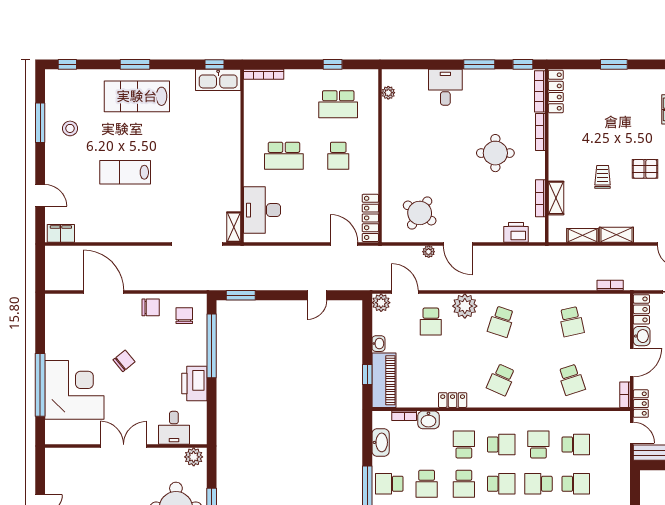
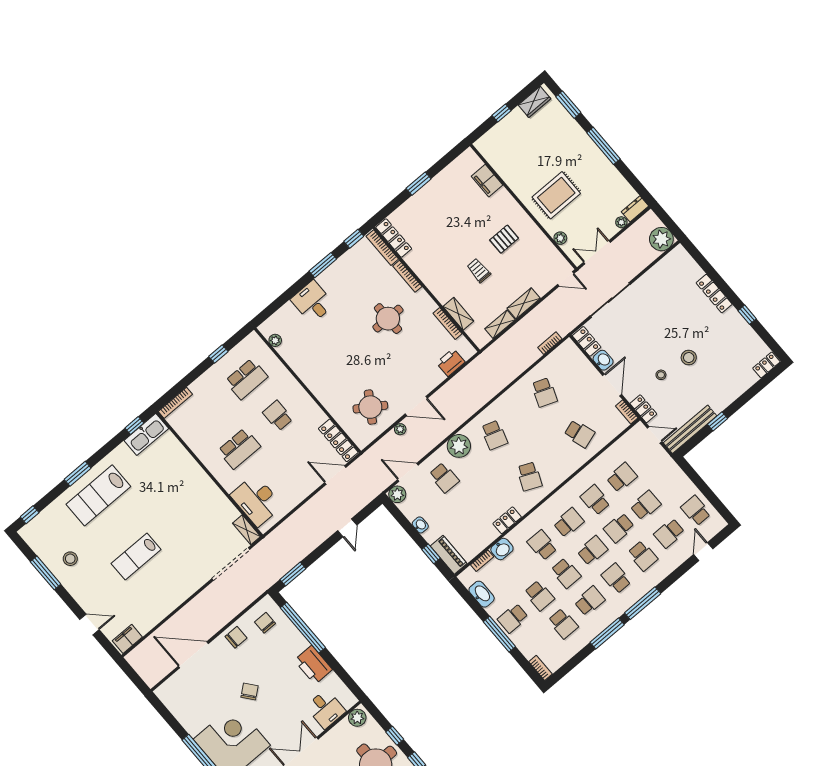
school desk: (338, 156) -> (278, 416), turned 180
school desk: (571, 322) -> (544, 392), turned 33
piano: (384, 380) -> (449, 555), width x0.73, depth x0.75

